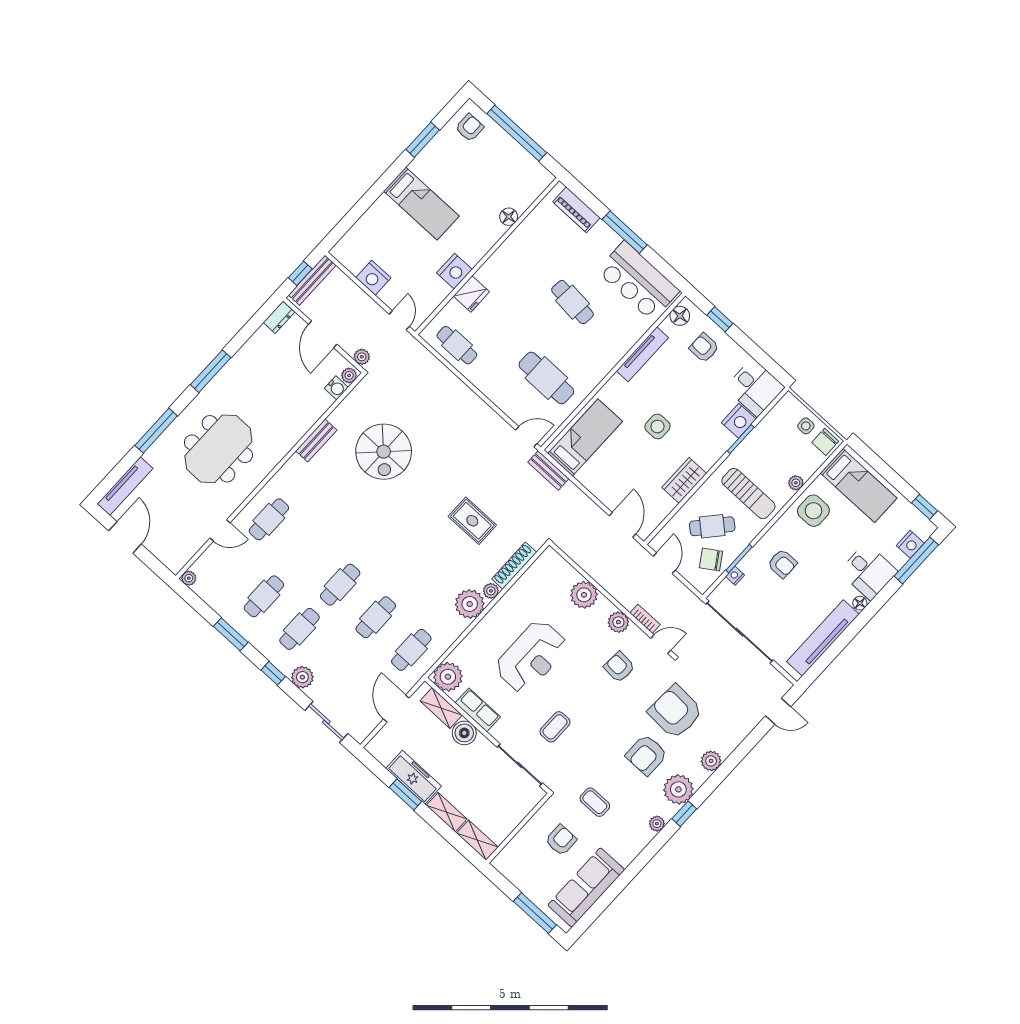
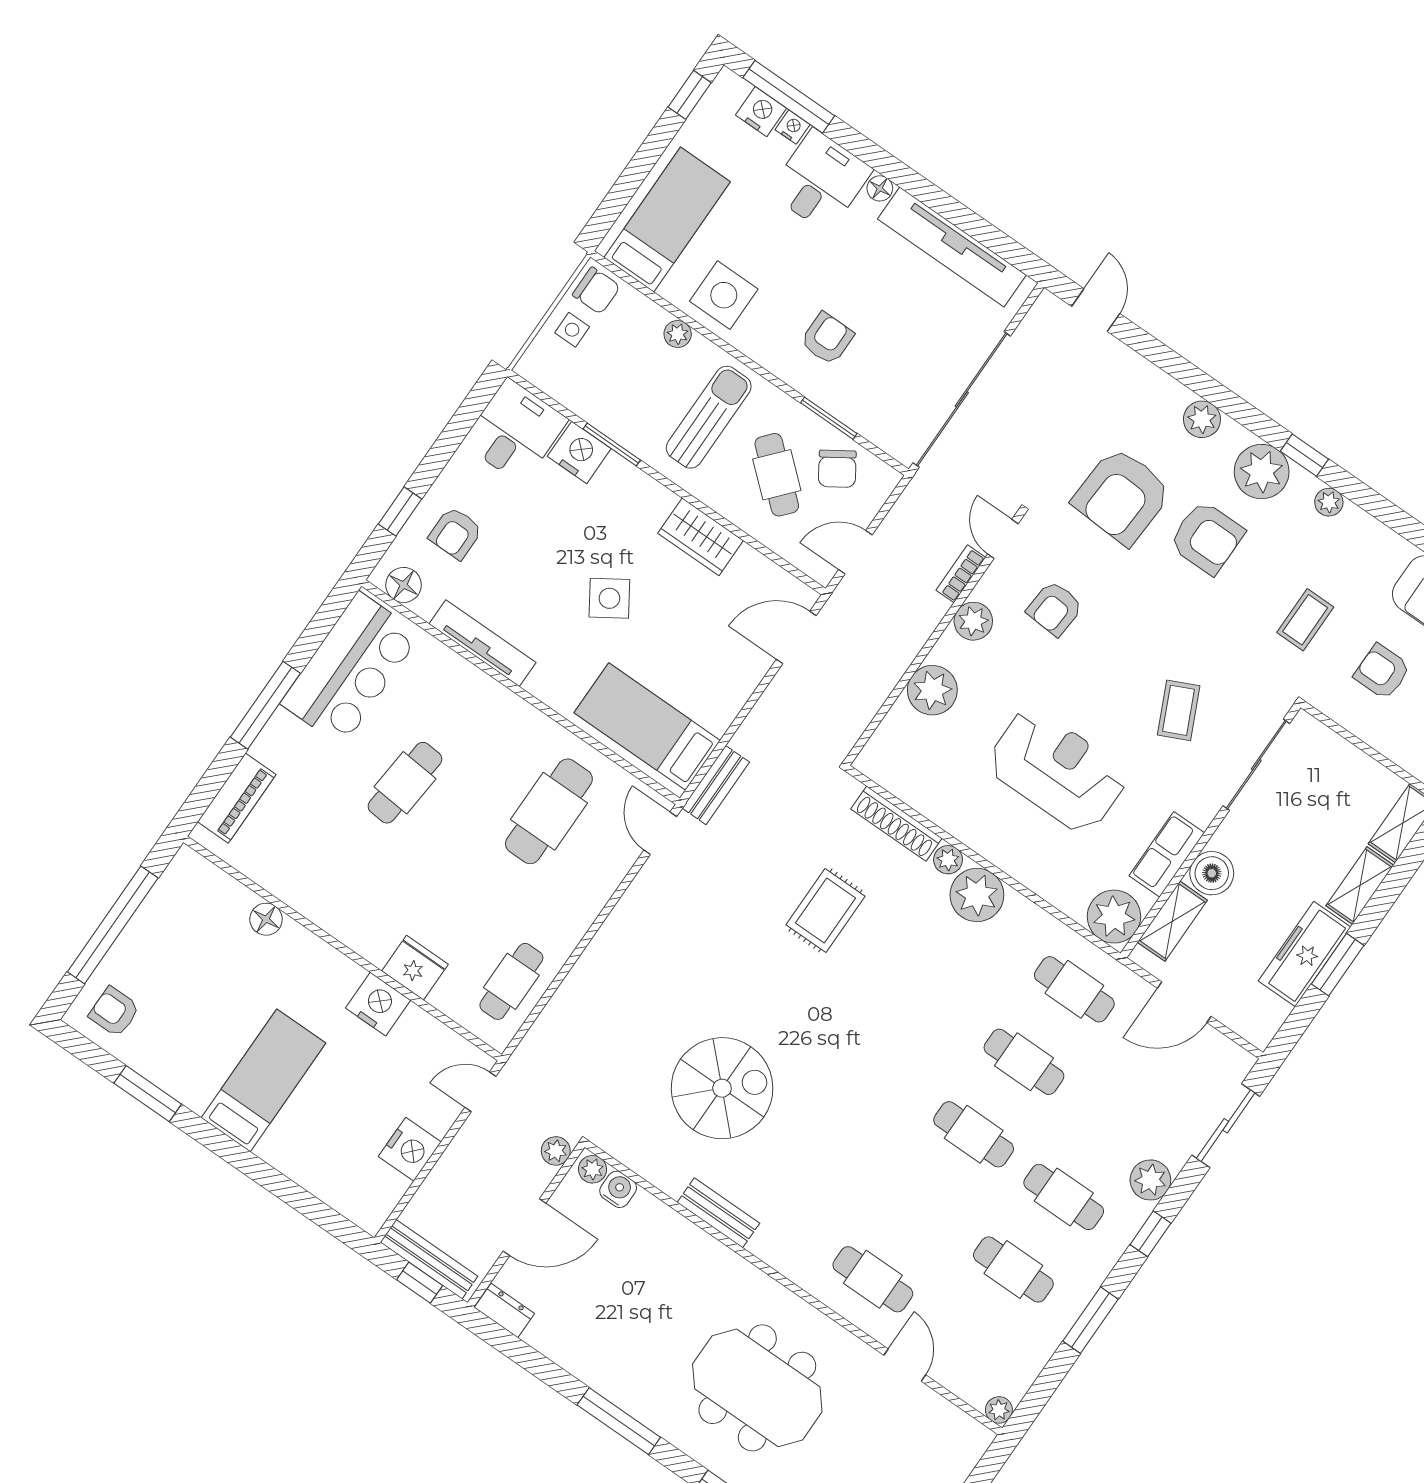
side table: (657, 426) -> (609, 598), turned -33
nightstand: (735, 576) -> (792, 127), moved, turned 180
coffee table: (555, 727) -> (1179, 710), turned 65

